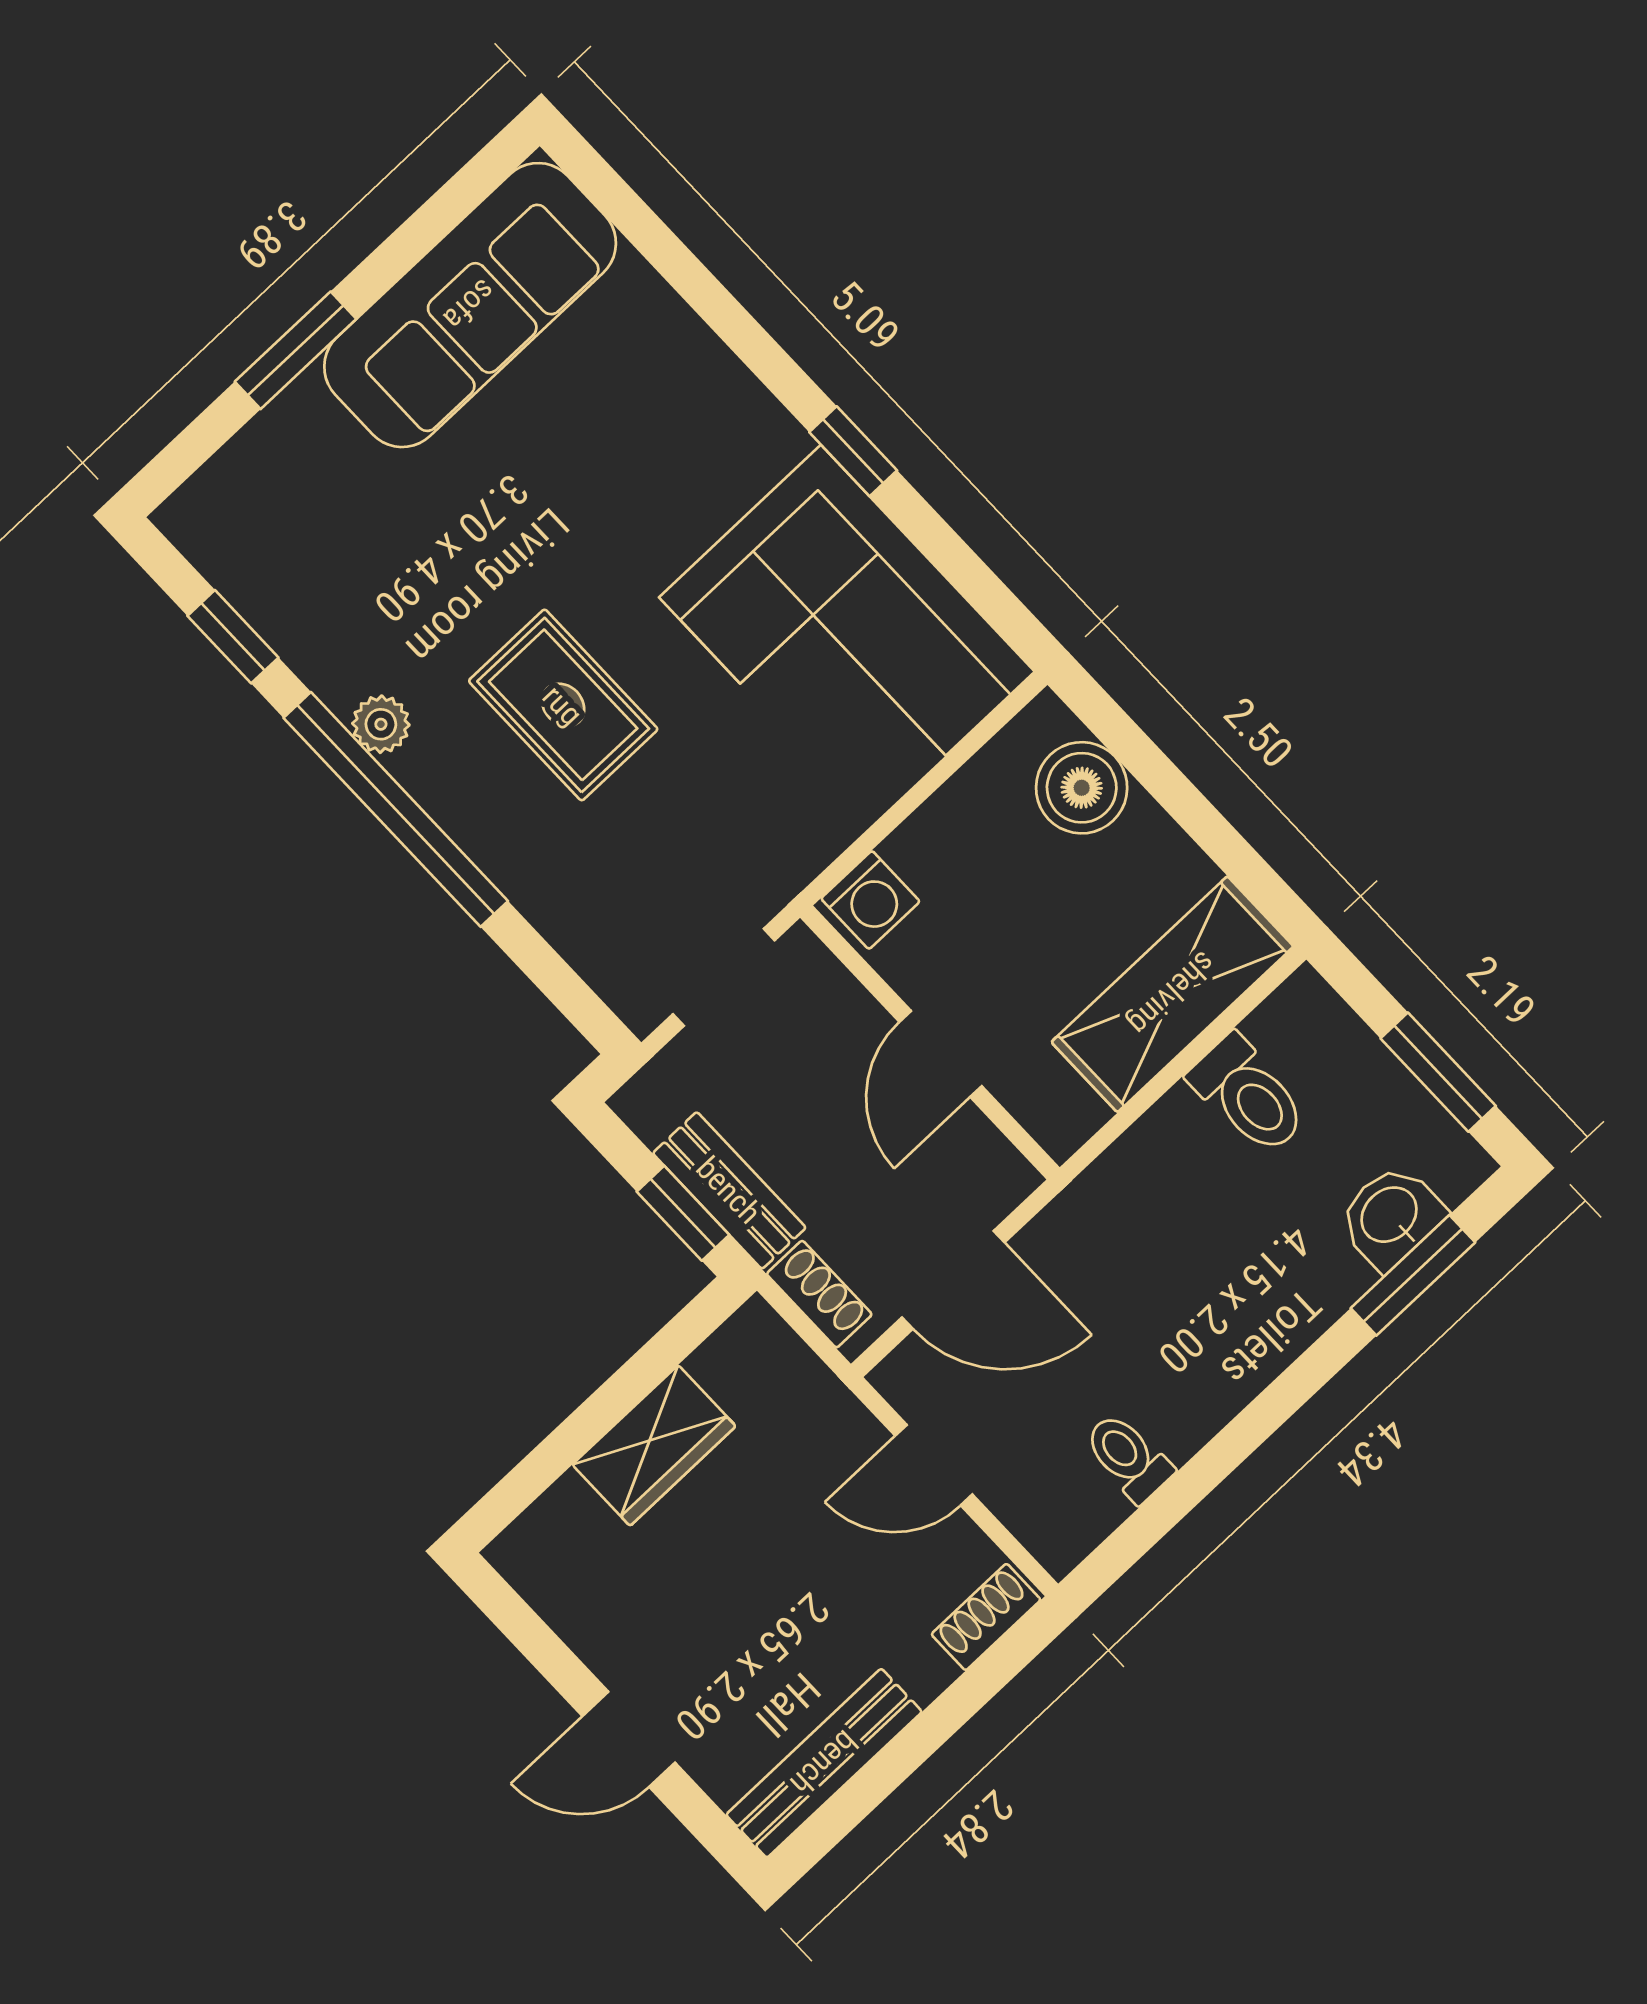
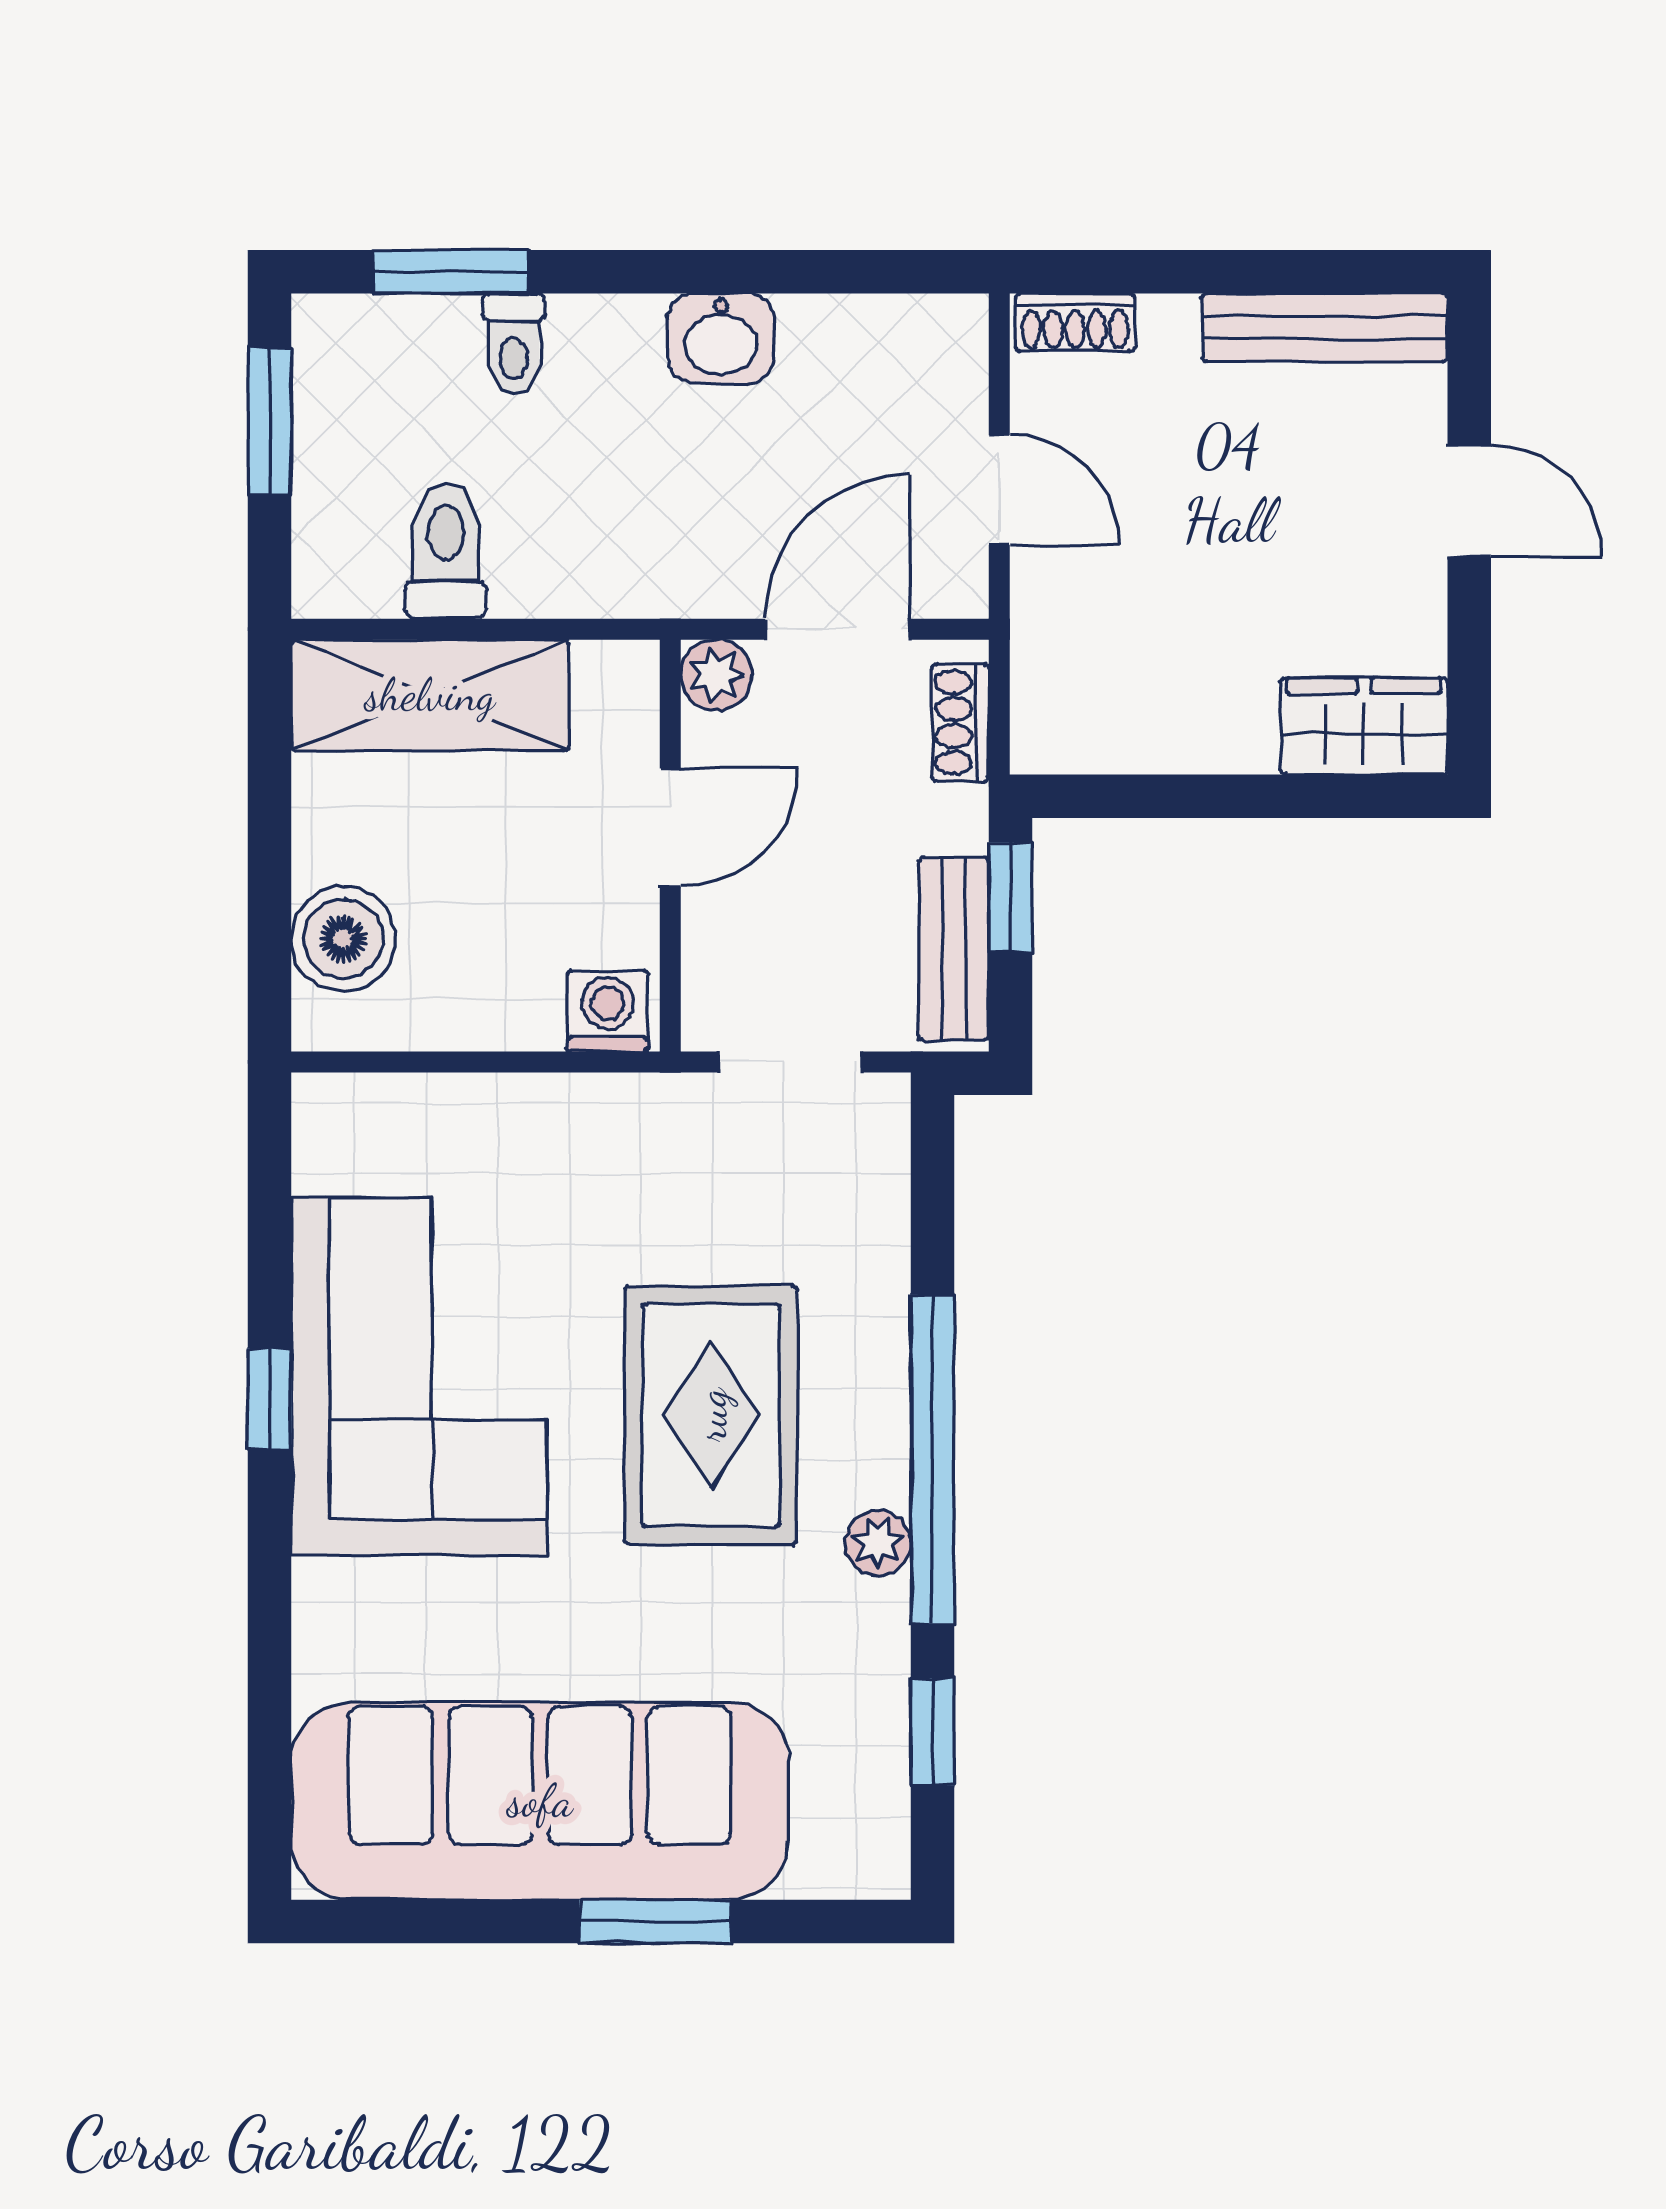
sofa: (470, 305) -> (540, 1801), width x1.36, depth x1.27
corner sofa: (847, 634) -> (419, 1377), moved
rug: (563, 705) -> (711, 1415), width x1.36, depth x1.43
plant: (1003, 1178) -> (716, 675), added
bench: (729, 1190) -> (954, 949), moved
washbasin: (1391, 1216) -> (721, 338), moved
door: (953, 1280) -> (837, 629), hinge flipped
wardrobe: (654, 1445) -> (1364, 726), moved
toilet: (1128, 1457) -> (514, 344), moved

